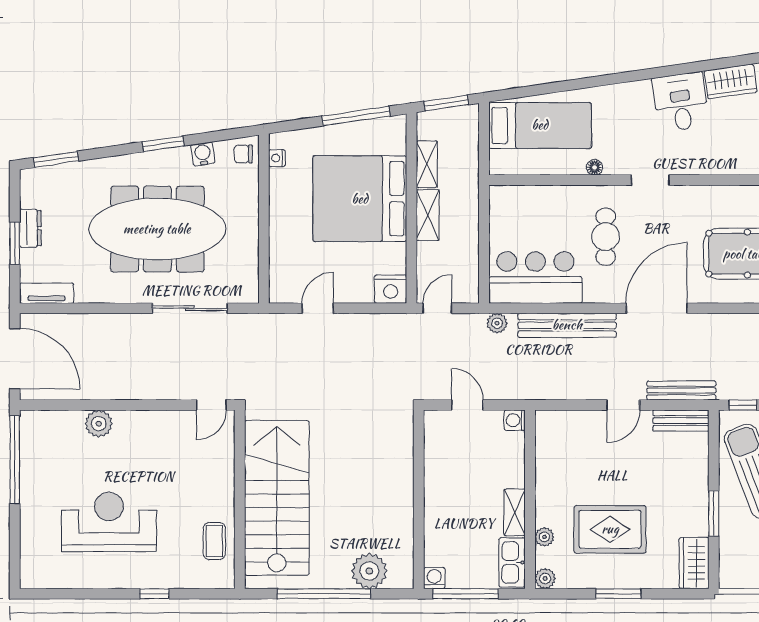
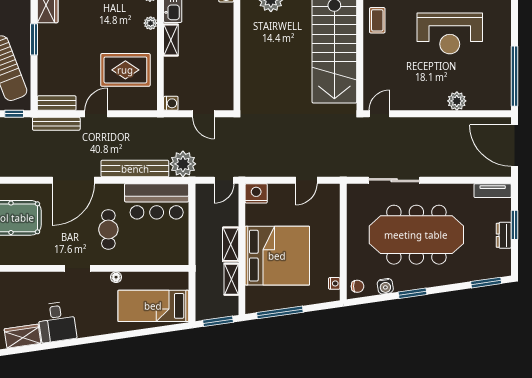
plant: (497, 323) -> (183, 164), width x1.87, depth x1.87
rug: (610, 529) -> (125, 70), moved

